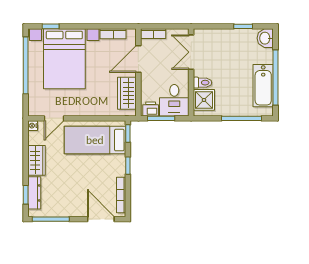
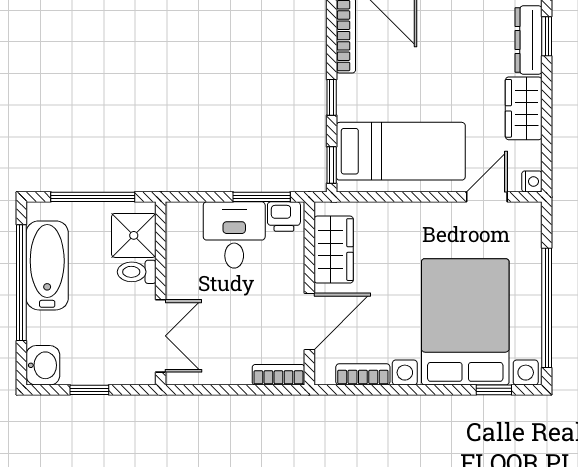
double door: (191, 52) -> (161, 336), moved
wall: (191, 72) -> (161, 293), moved
toilet: (203, 83) -> (137, 272), moved
shower: (204, 100) -> (134, 235), moved

